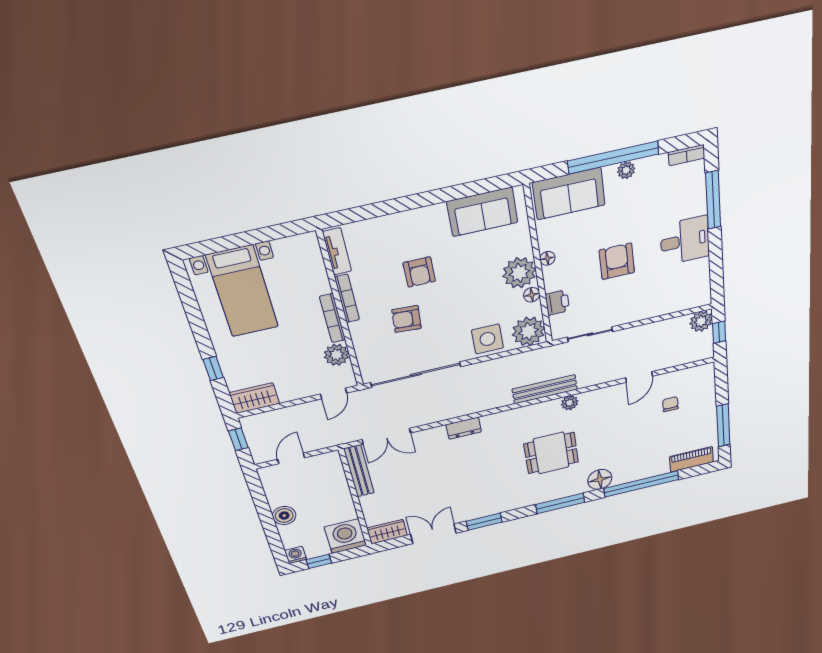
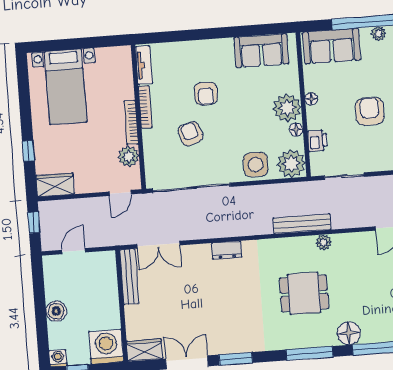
armchair: (406, 319) -> (190, 134), turned 68

